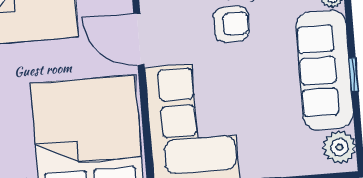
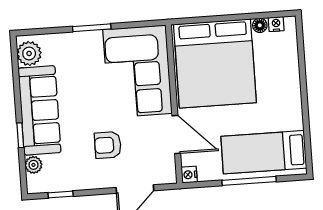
window: (354, 74) -> (20, 135), moved

